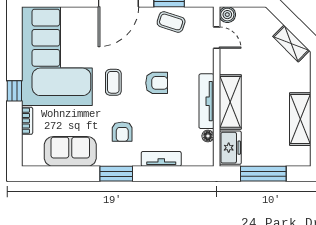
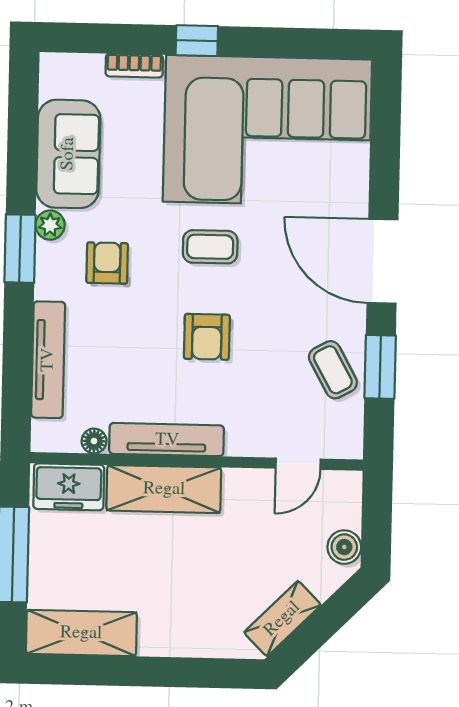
boiler: (227, 15) -> (344, 547), moved
coffee table: (171, 22) -> (333, 370), turned -47
shelving: (300, 119) -> (81, 633), moved
armchair: (122, 132) -> (107, 263), turned 90
plant: (105, 159) -> (50, 225), added
tv unit: (161, 159) -> (48, 360), width x1.41

